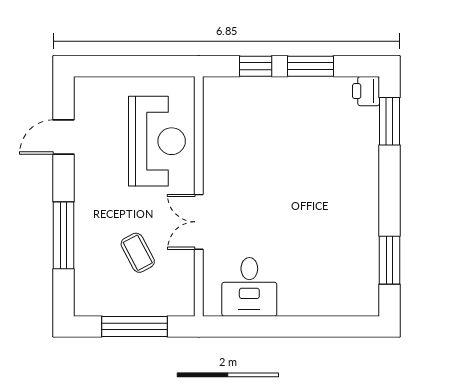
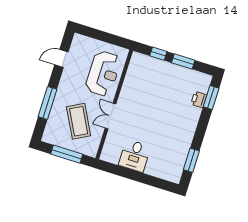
printer: (366, 91) -> (199, 100), moved
coffee table: (138, 253) -> (79, 121), width x1.86, depth x1.72
desk: (249, 287) -> (135, 156), moved

